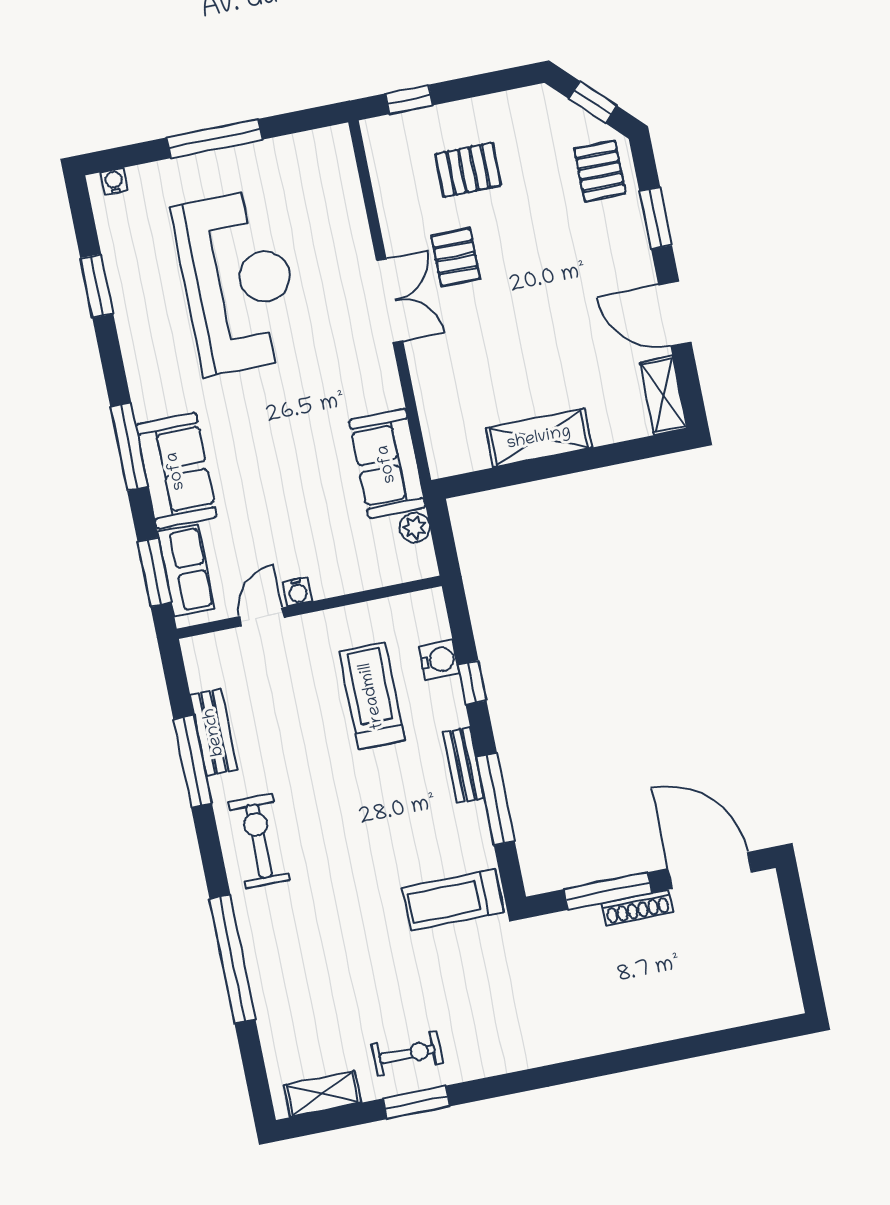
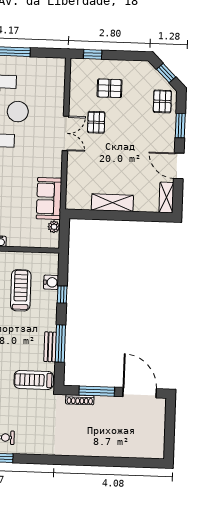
bench: (464, 765) -> (50, 347), moved
shoe rack: (637, 908) -> (80, 400), moved

